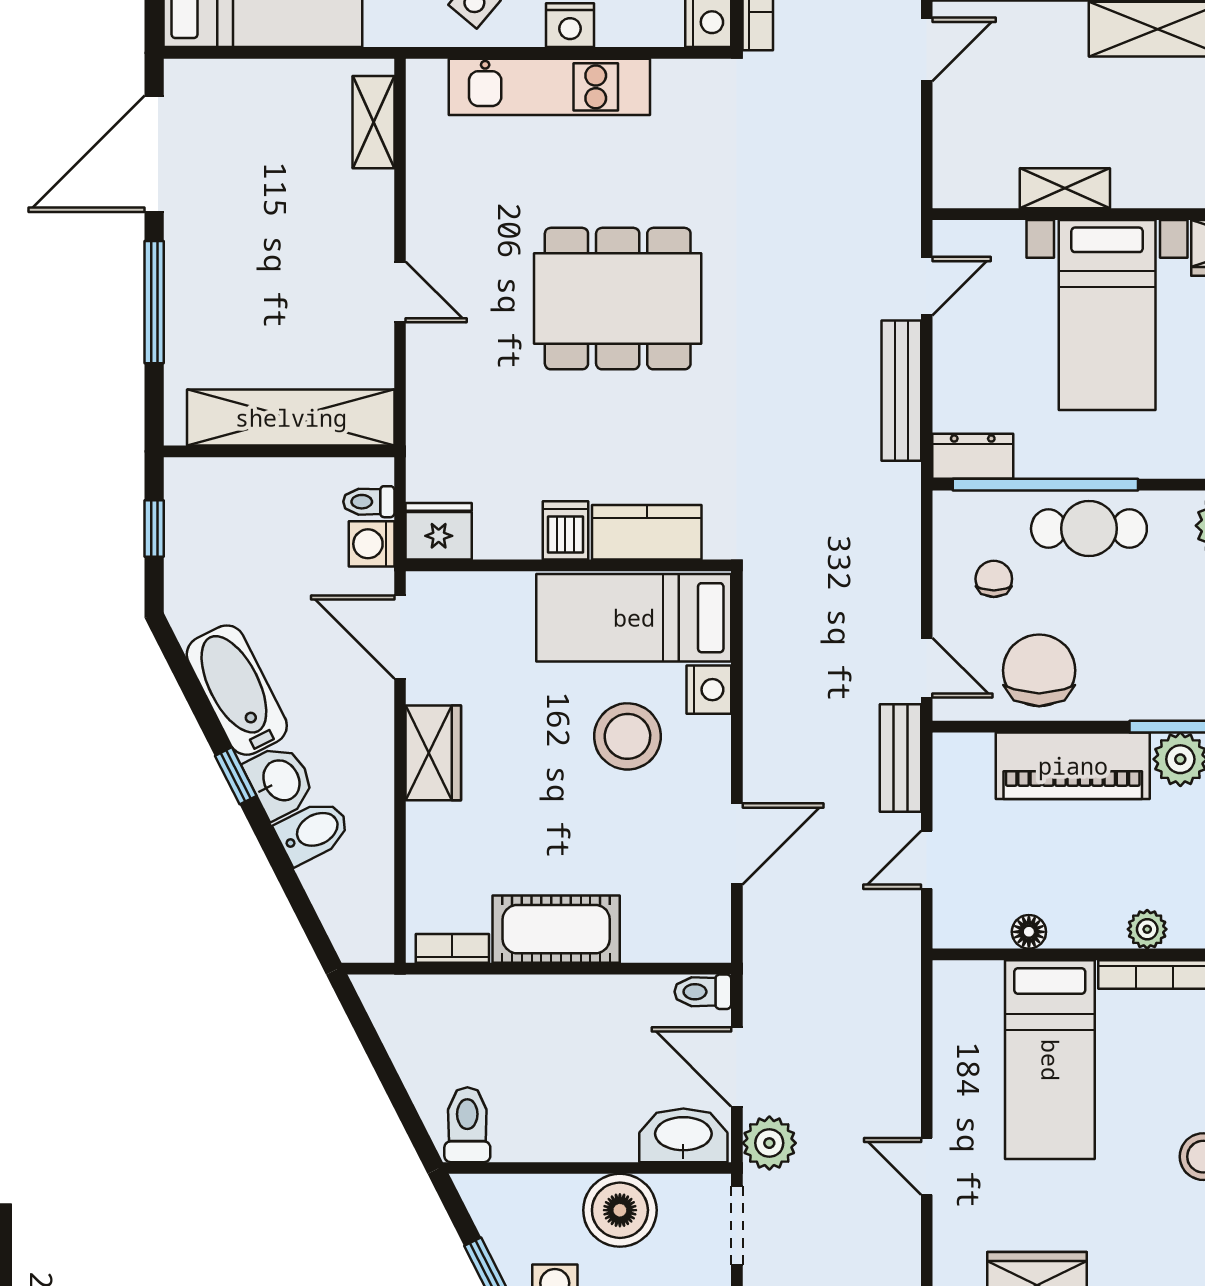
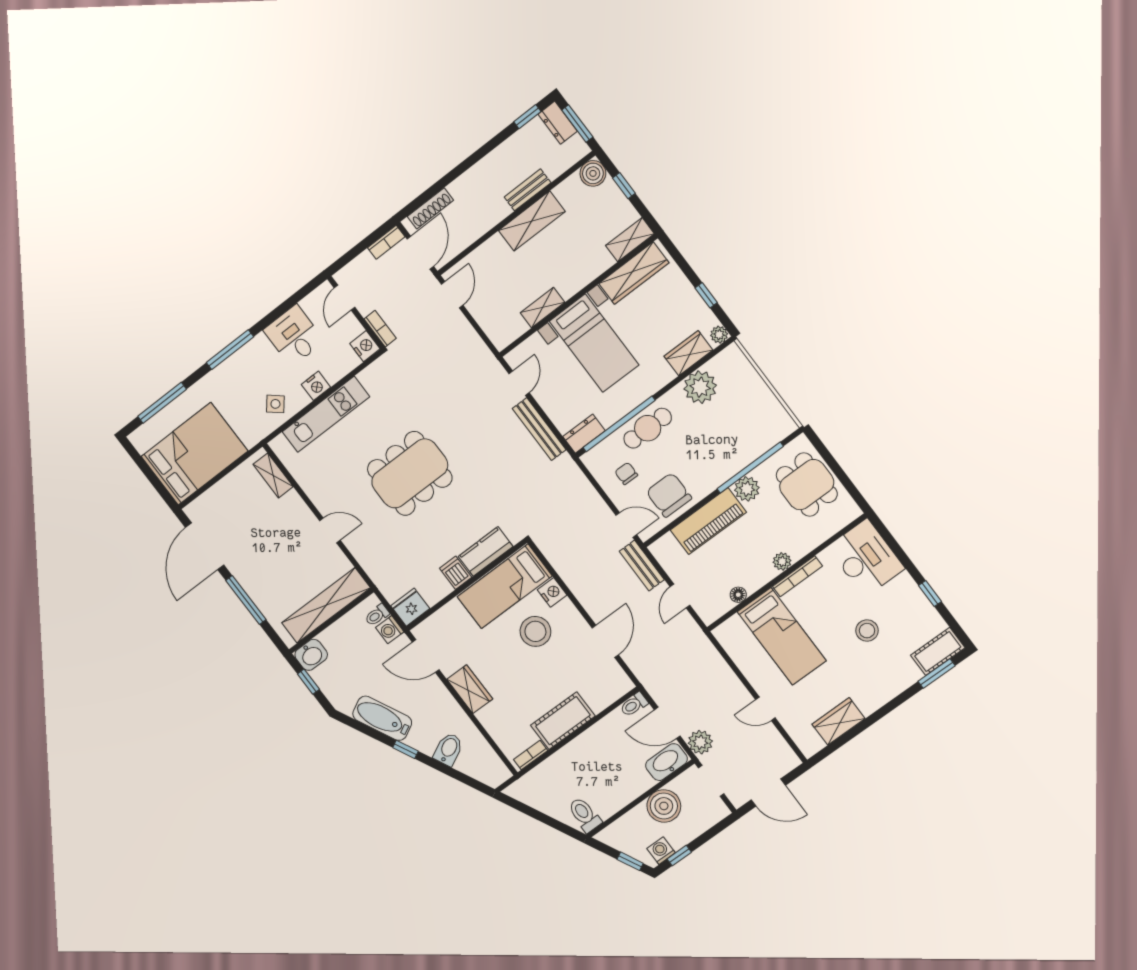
washbasin: (280, 781) -> (311, 655), moved, turned 117

